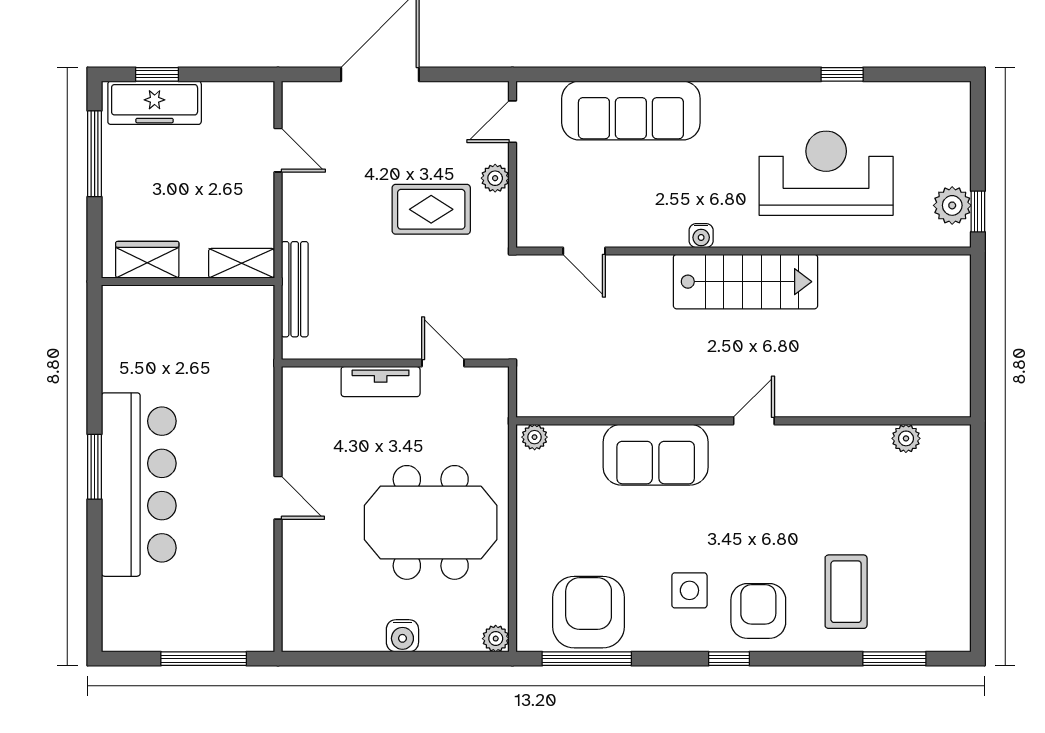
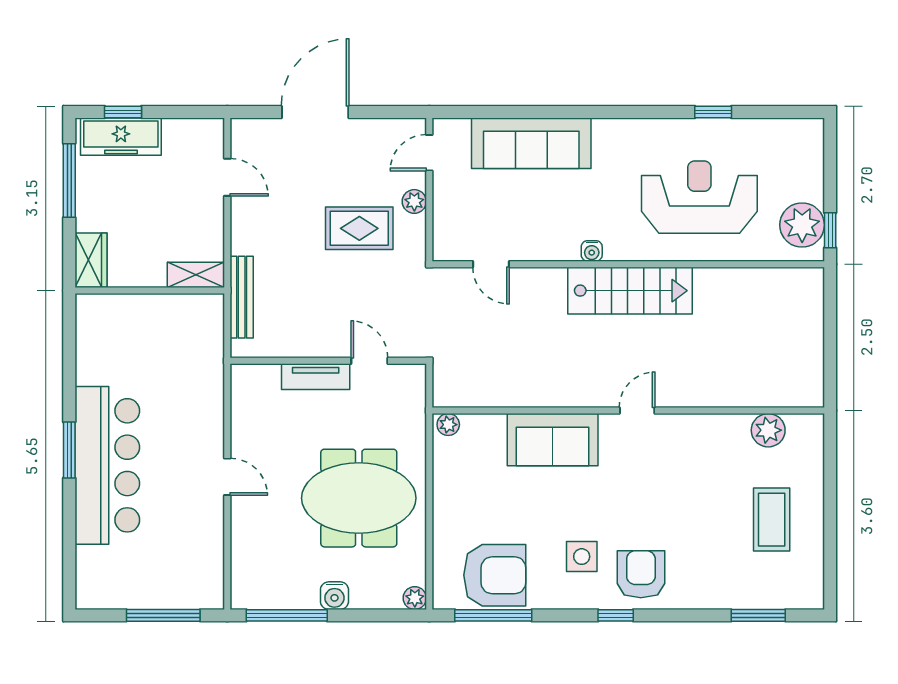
plant: (952, 205) -> (802, 225), width x1.36, depth x1.36
wardrobe: (147, 260) -> (91, 260), moved, turned 90
plant: (906, 438) -> (768, 430), width x1.38, depth x1.38
coffee table: (846, 592) -> (772, 520), moved
armchair: (589, 612) -> (495, 575), turned 90
window: (347, 659) -> (287, 615), added

